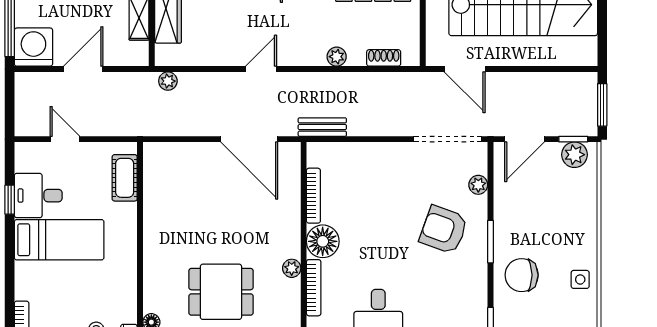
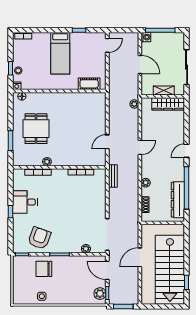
washing machine: (33, 47) -> (146, 37), width x0.53, depth x0.53
door: (261, 69) -> (140, 147), hinge flipped
door: (465, 69) -> (140, 257), moved
door: (65, 139) -> (107, 45), moved
door: (249, 139) -> (107, 142), width x0.53
desk: (38, 196) -> (81, 44), removed
armchair: (444, 230) -> (39, 238), moved
floor lamp: (323, 241) -> (60, 176), removed
chair: (522, 275) -> (44, 269), turned -90

